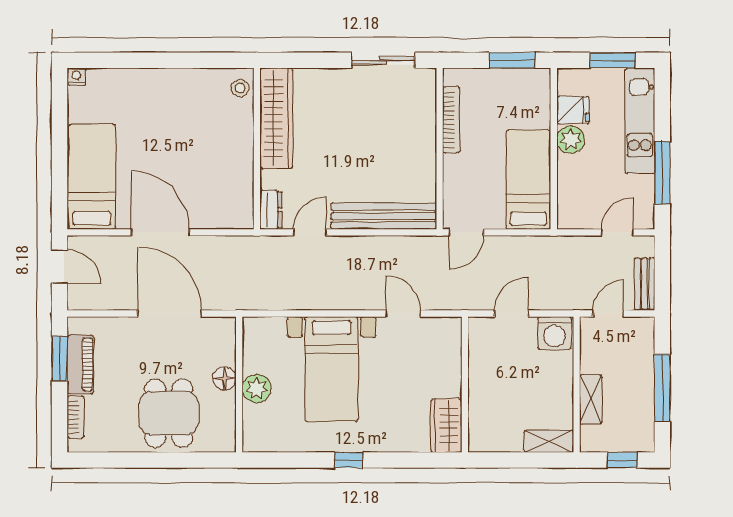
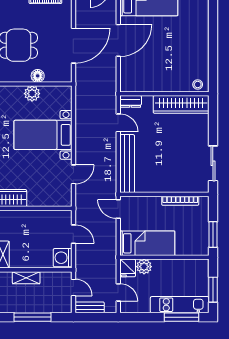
fridge: (573, 110) -> (128, 268), moved
plant: (571, 140) -> (144, 267), moved
window: (662, 173) -> (181, 317), moved

